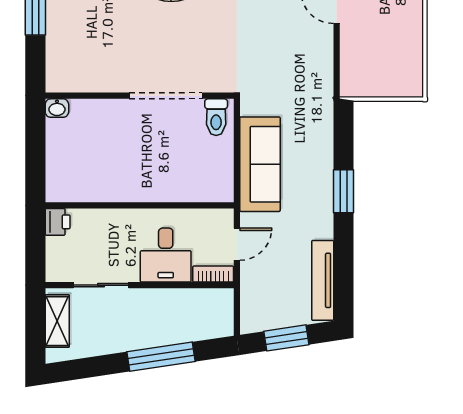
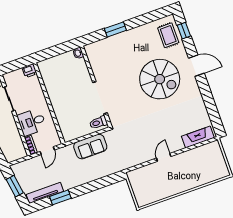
sofa: (260, 164) -> (90, 146), width x0.73
window: (343, 191) -> (60, 197), moved
door: (237, 244) -> (47, 151), hinge flipped

